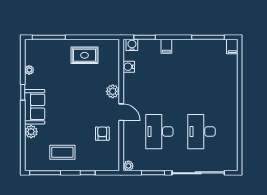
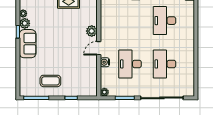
water cooler: (129, 67) -> (105, 62), moved
desk: (202, 79) -> (165, 21), added
door: (121, 112) -> (99, 48), swing flipped
plant: (31, 132) -> (25, 23), moved
armchair: (102, 134) -> (83, 66), removed

